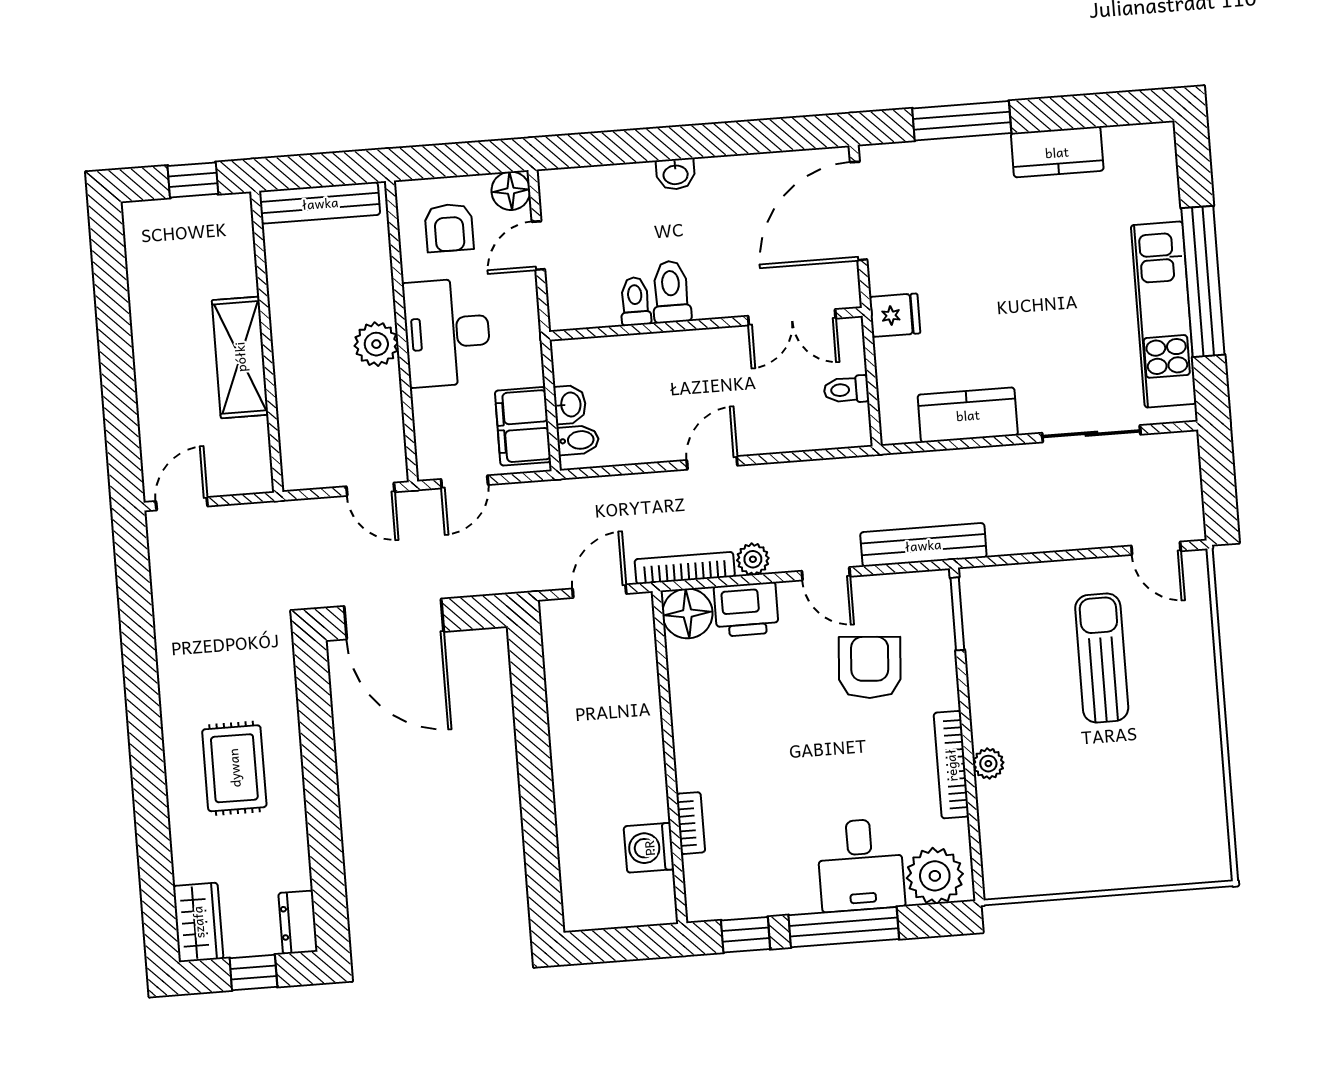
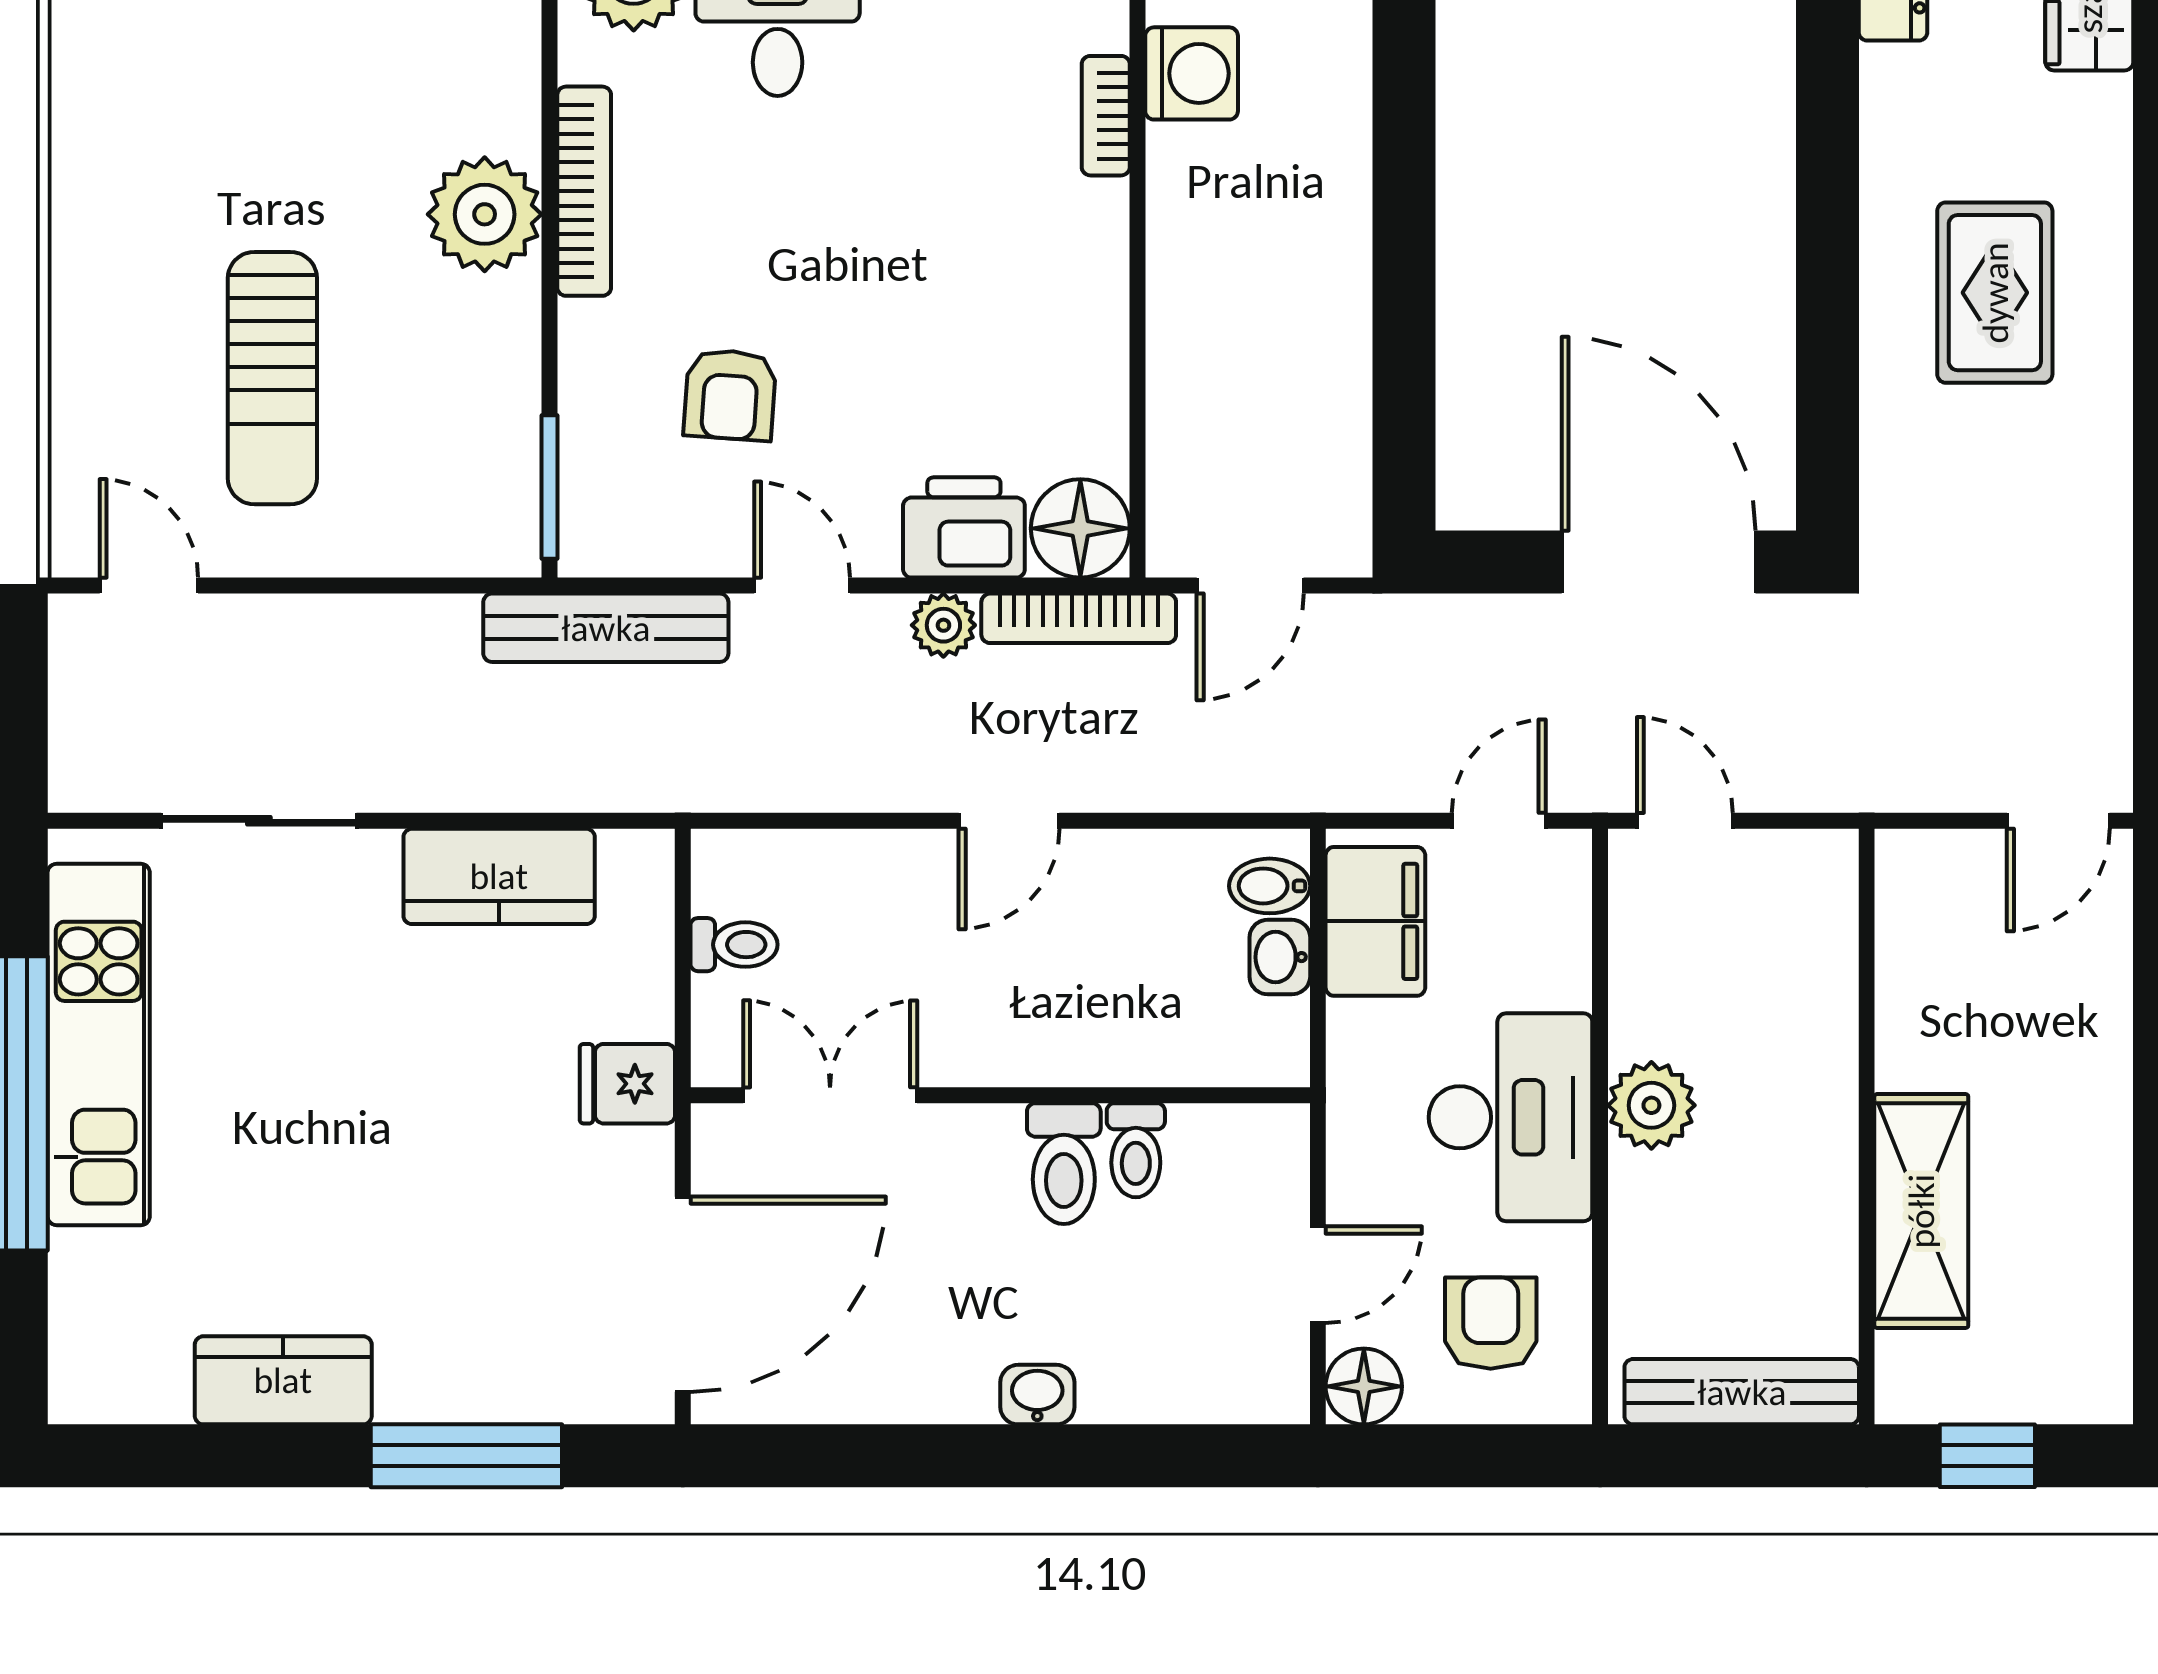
shelving: (240, 357) -> (1921, 1211), moved
armchair: (870, 667) -> (730, 395), width x0.72, depth x0.72
plant: (988, 764) -> (485, 214), width x1.87, depth x1.87

